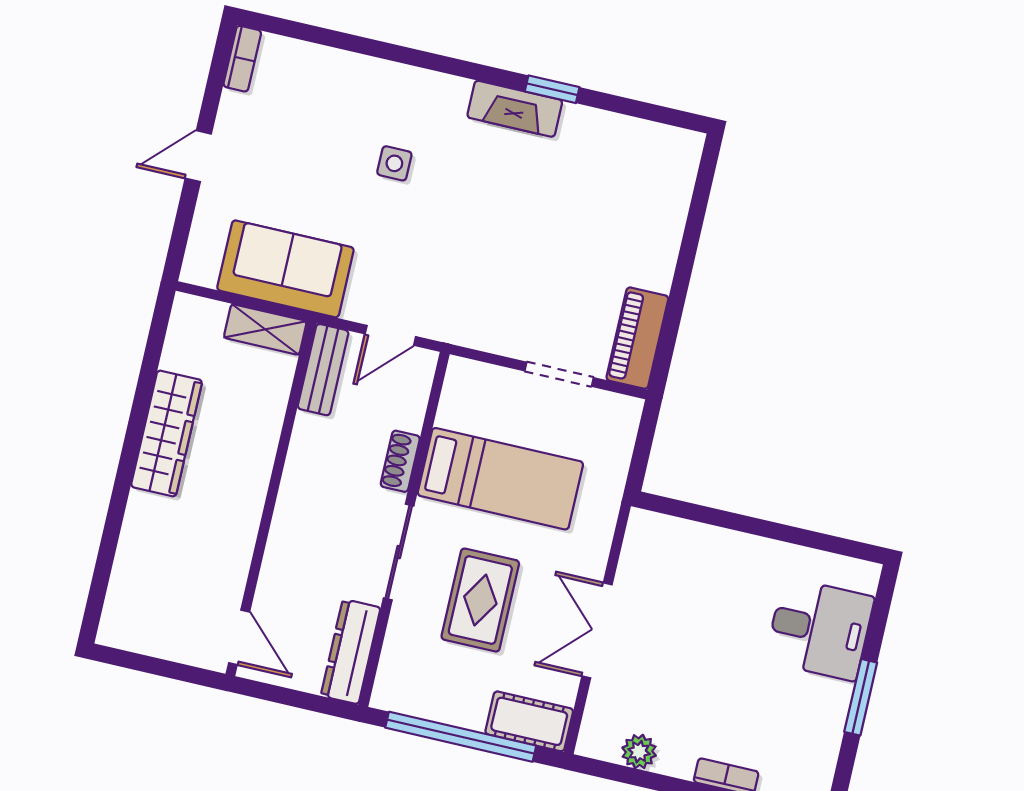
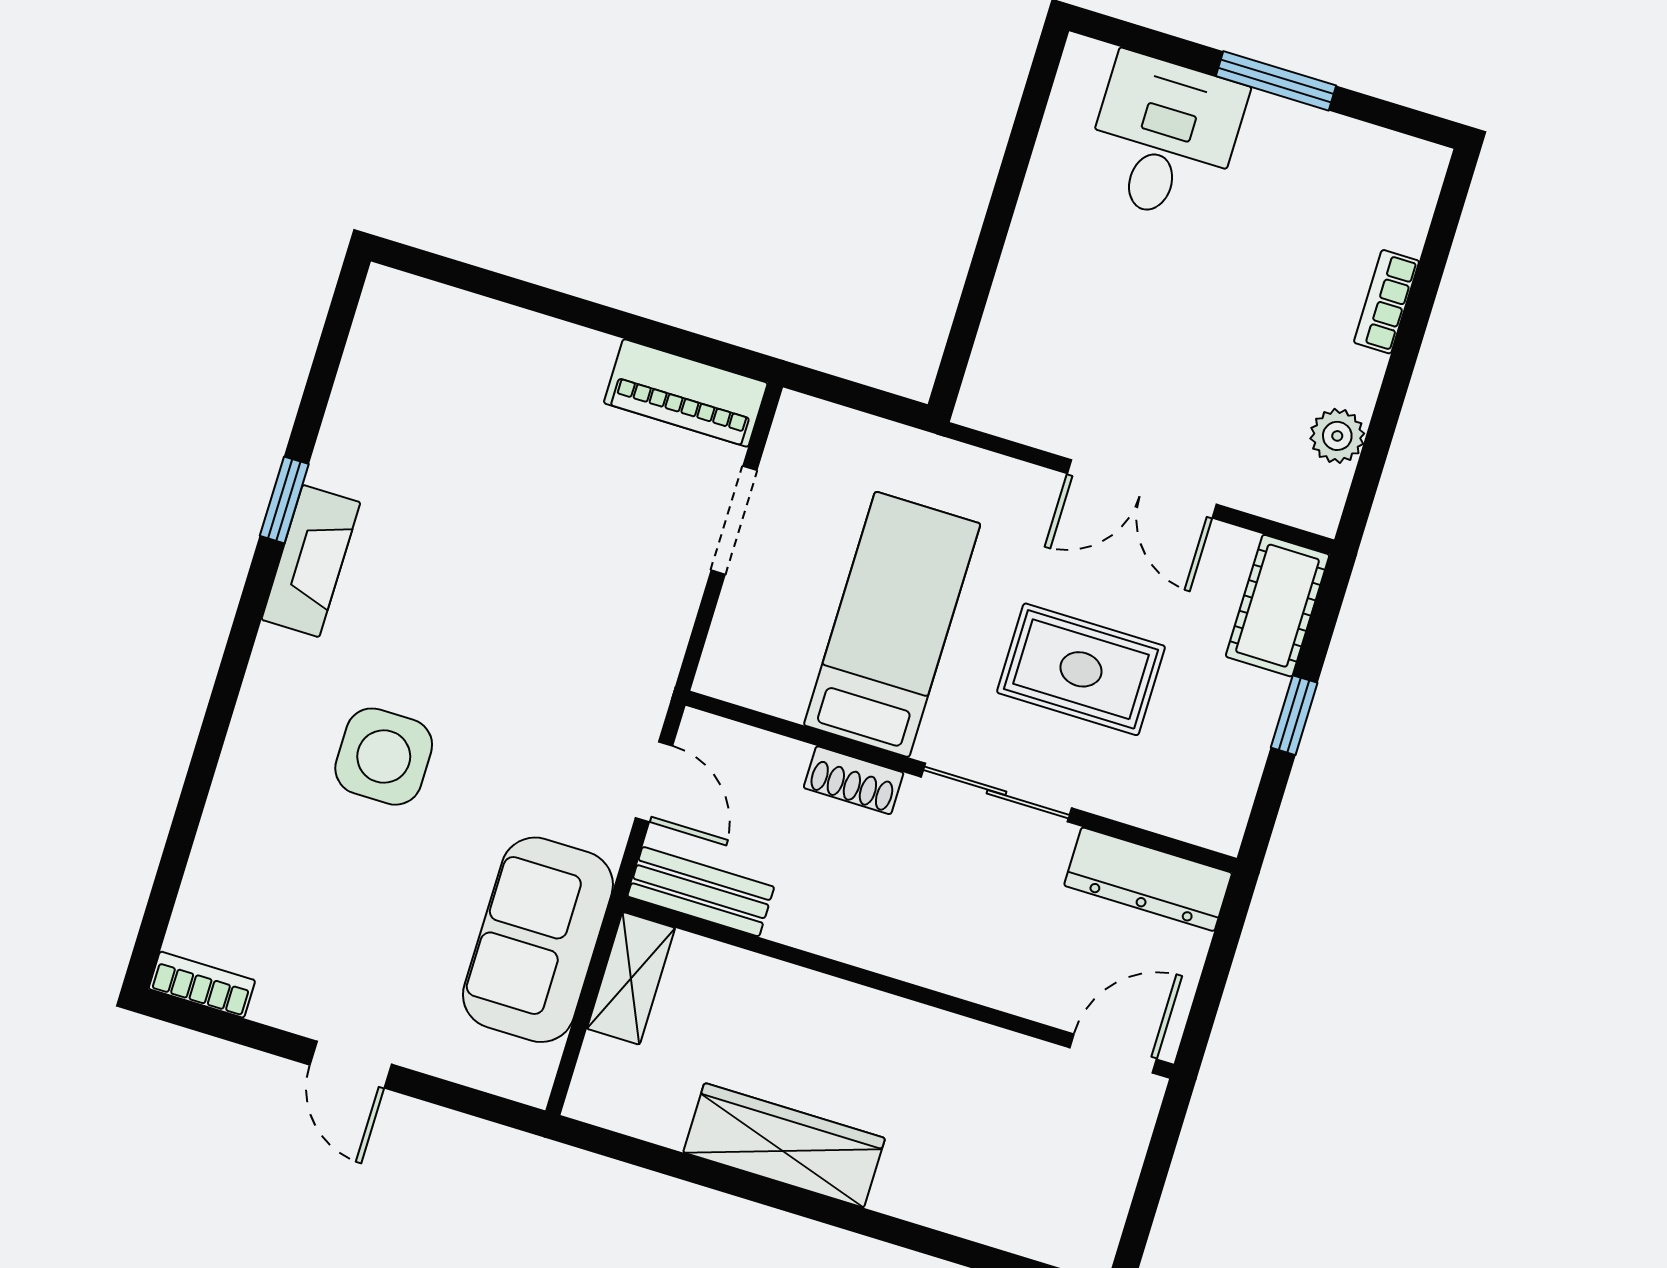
side table: (394, 163) -> (384, 757), width x1.87, depth x1.87
window: (461, 737) -> (1294, 715), width x0.32

